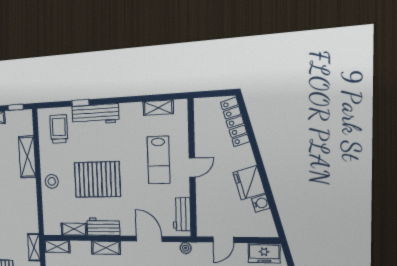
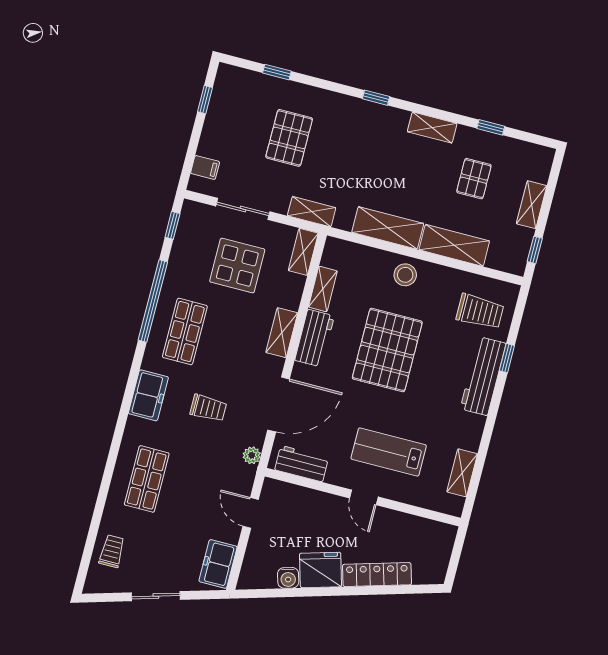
locker: (235, 122) -> (377, 575), moved
shelving: (29, 200) -> (388, 228), added
door: (149, 239) -> (279, 404), width x1.36

